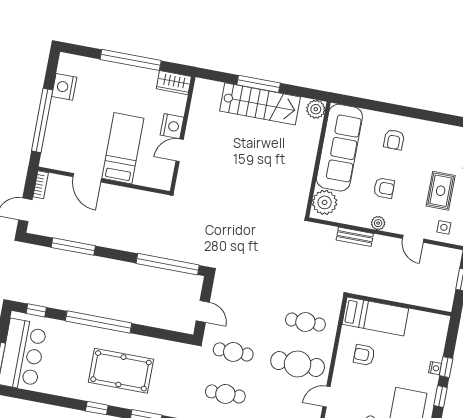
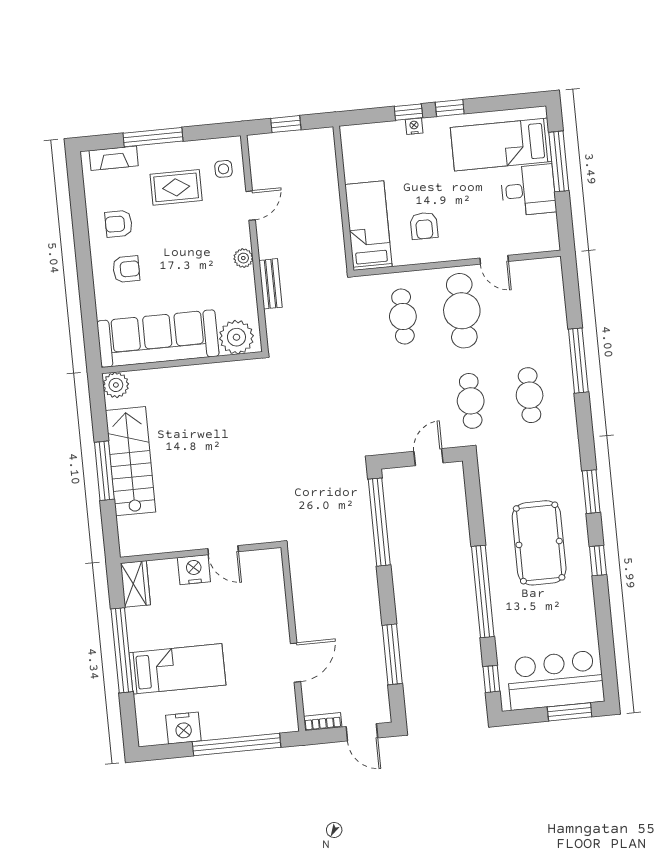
bed: (123, 148) -> (177, 669), moved, turned 180
armchair: (384, 188) -> (119, 224), moved, turned -90

